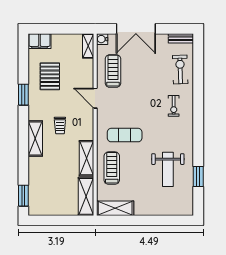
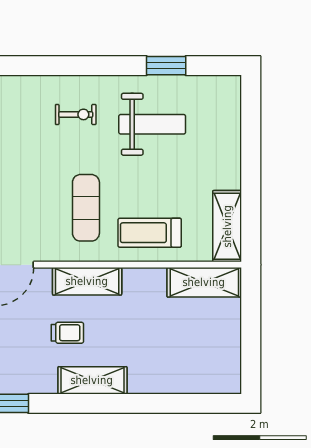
exercise bike: (174, 106) -> (76, 114), moved
shelving: (87, 158) -> (87, 281), moved
window: (23, 196) -> (203, 403), removed

